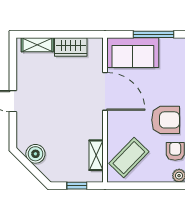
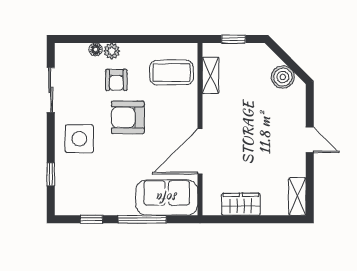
shelving: (37, 45) -> (297, 196), moved, turned 90
door: (105, 91) -> (200, 151), hinge flipped
coffee table: (129, 158) -> (172, 73), turned 46

